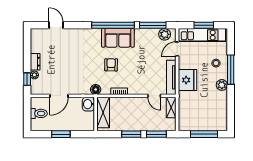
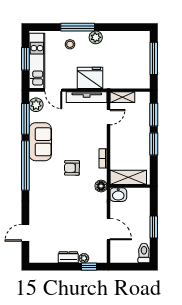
sofa: (118, 38) -> (40, 142), moved
toilet: (39, 113) -> (144, 253), moved

